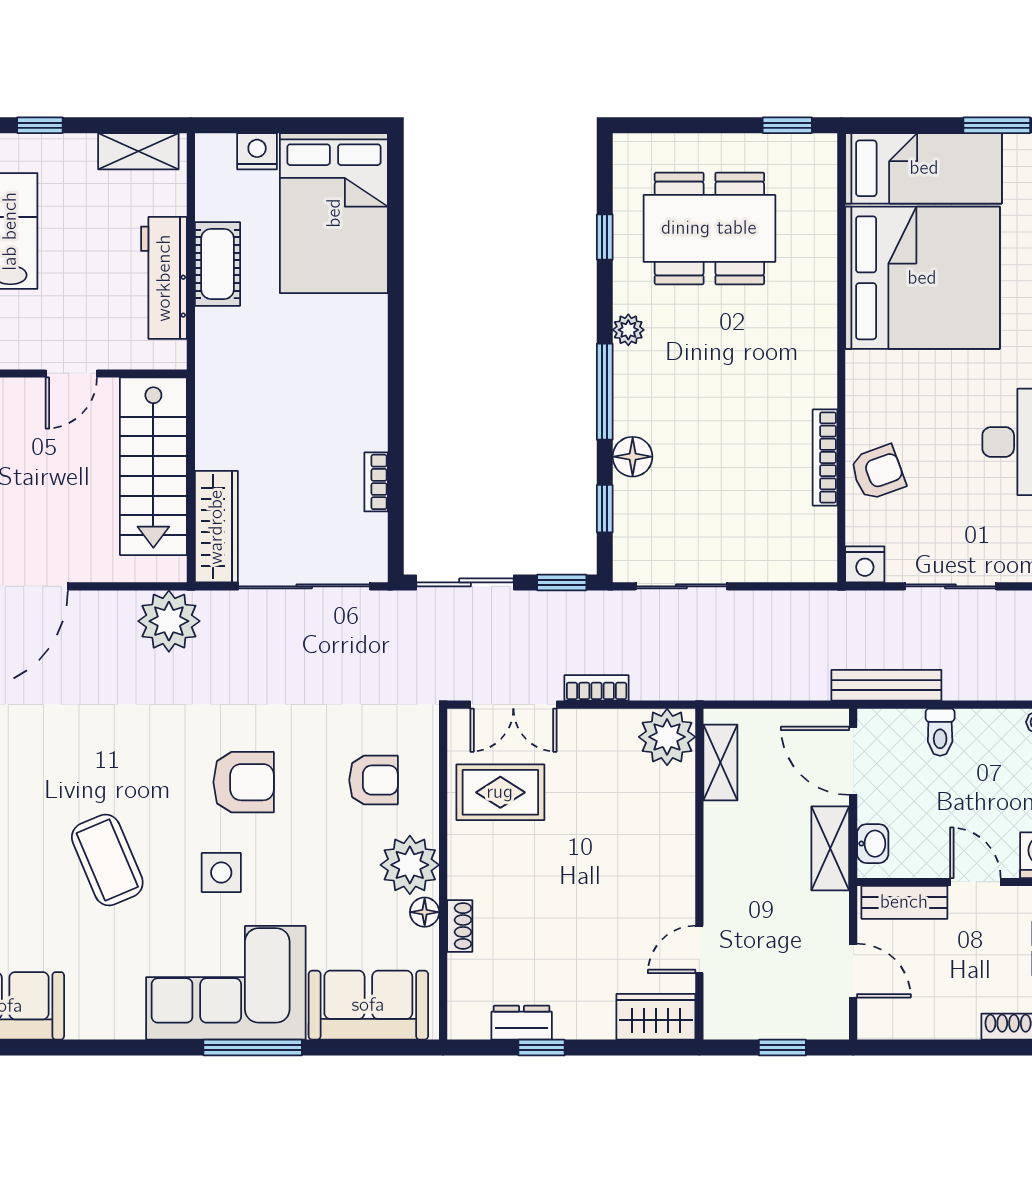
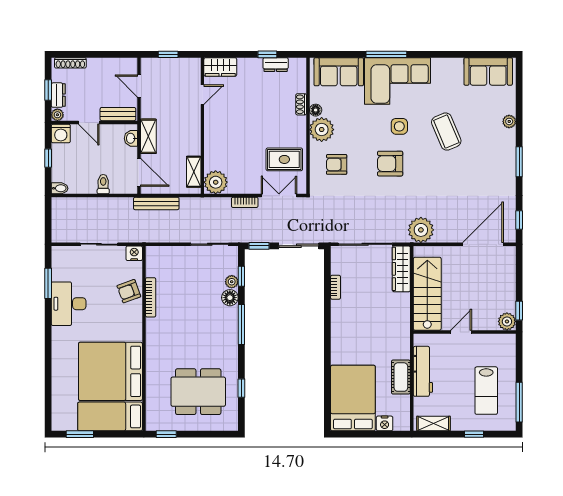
plant: (628, 330) -> (232, 282), moved
bench: (886, 685) -> (156, 203), moved

